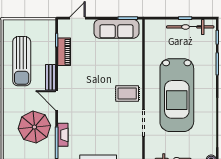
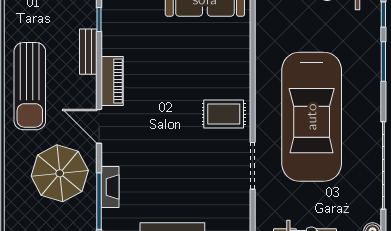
piano: (64, 52) -> (112, 81), moved
sun lounger: (22, 61) -> (30, 86), moved
bench: (51, 77) -> (88, 52), moved

